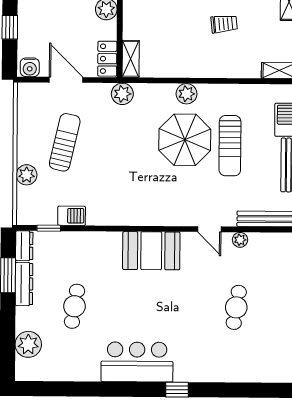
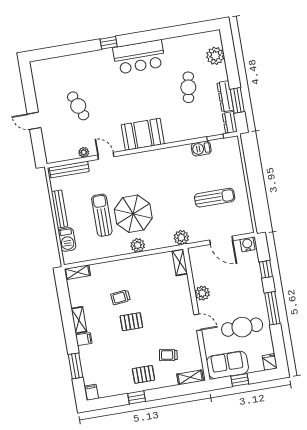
locker: (107, 59) -> (196, 260), removed
sun lounger: (65, 142) -> (215, 198), turned -103
plant: (27, 175) -> (237, 171), removed
cafe table: (236, 307) -> (78, 106), turned -30

